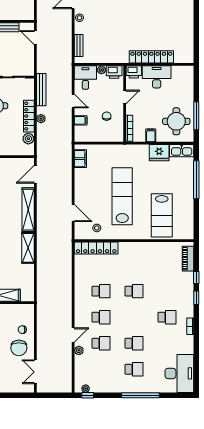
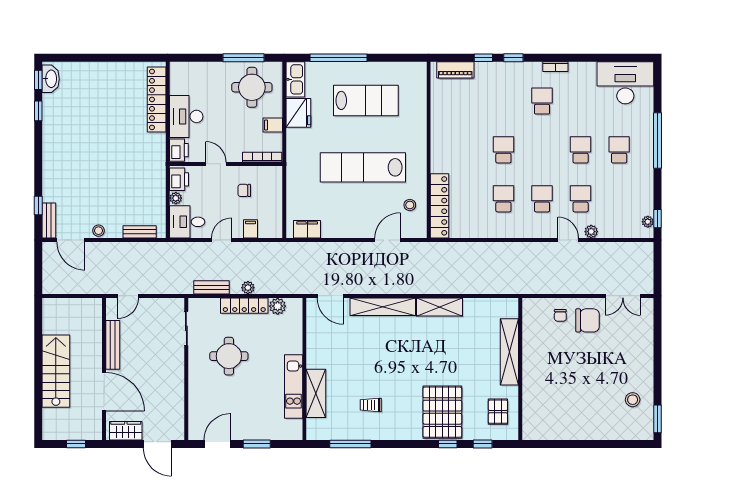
locker: (151, 57) -> (157, 99), moved
bench: (41, 90) -> (211, 287), width x0.73
lab bench: (162, 215) -> (366, 100), moved

